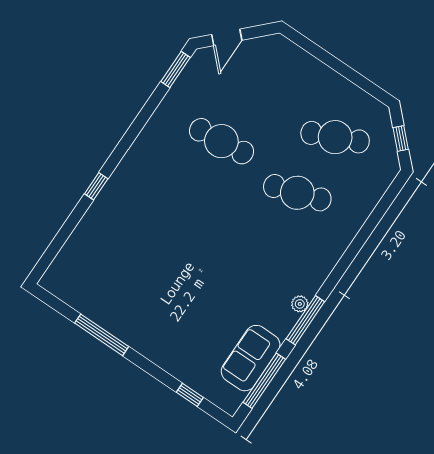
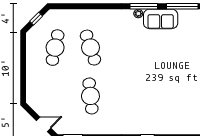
cafe table: (335, 137) -> (55, 48), turned 36
sofa: (251, 358) -> (161, 19), moved

